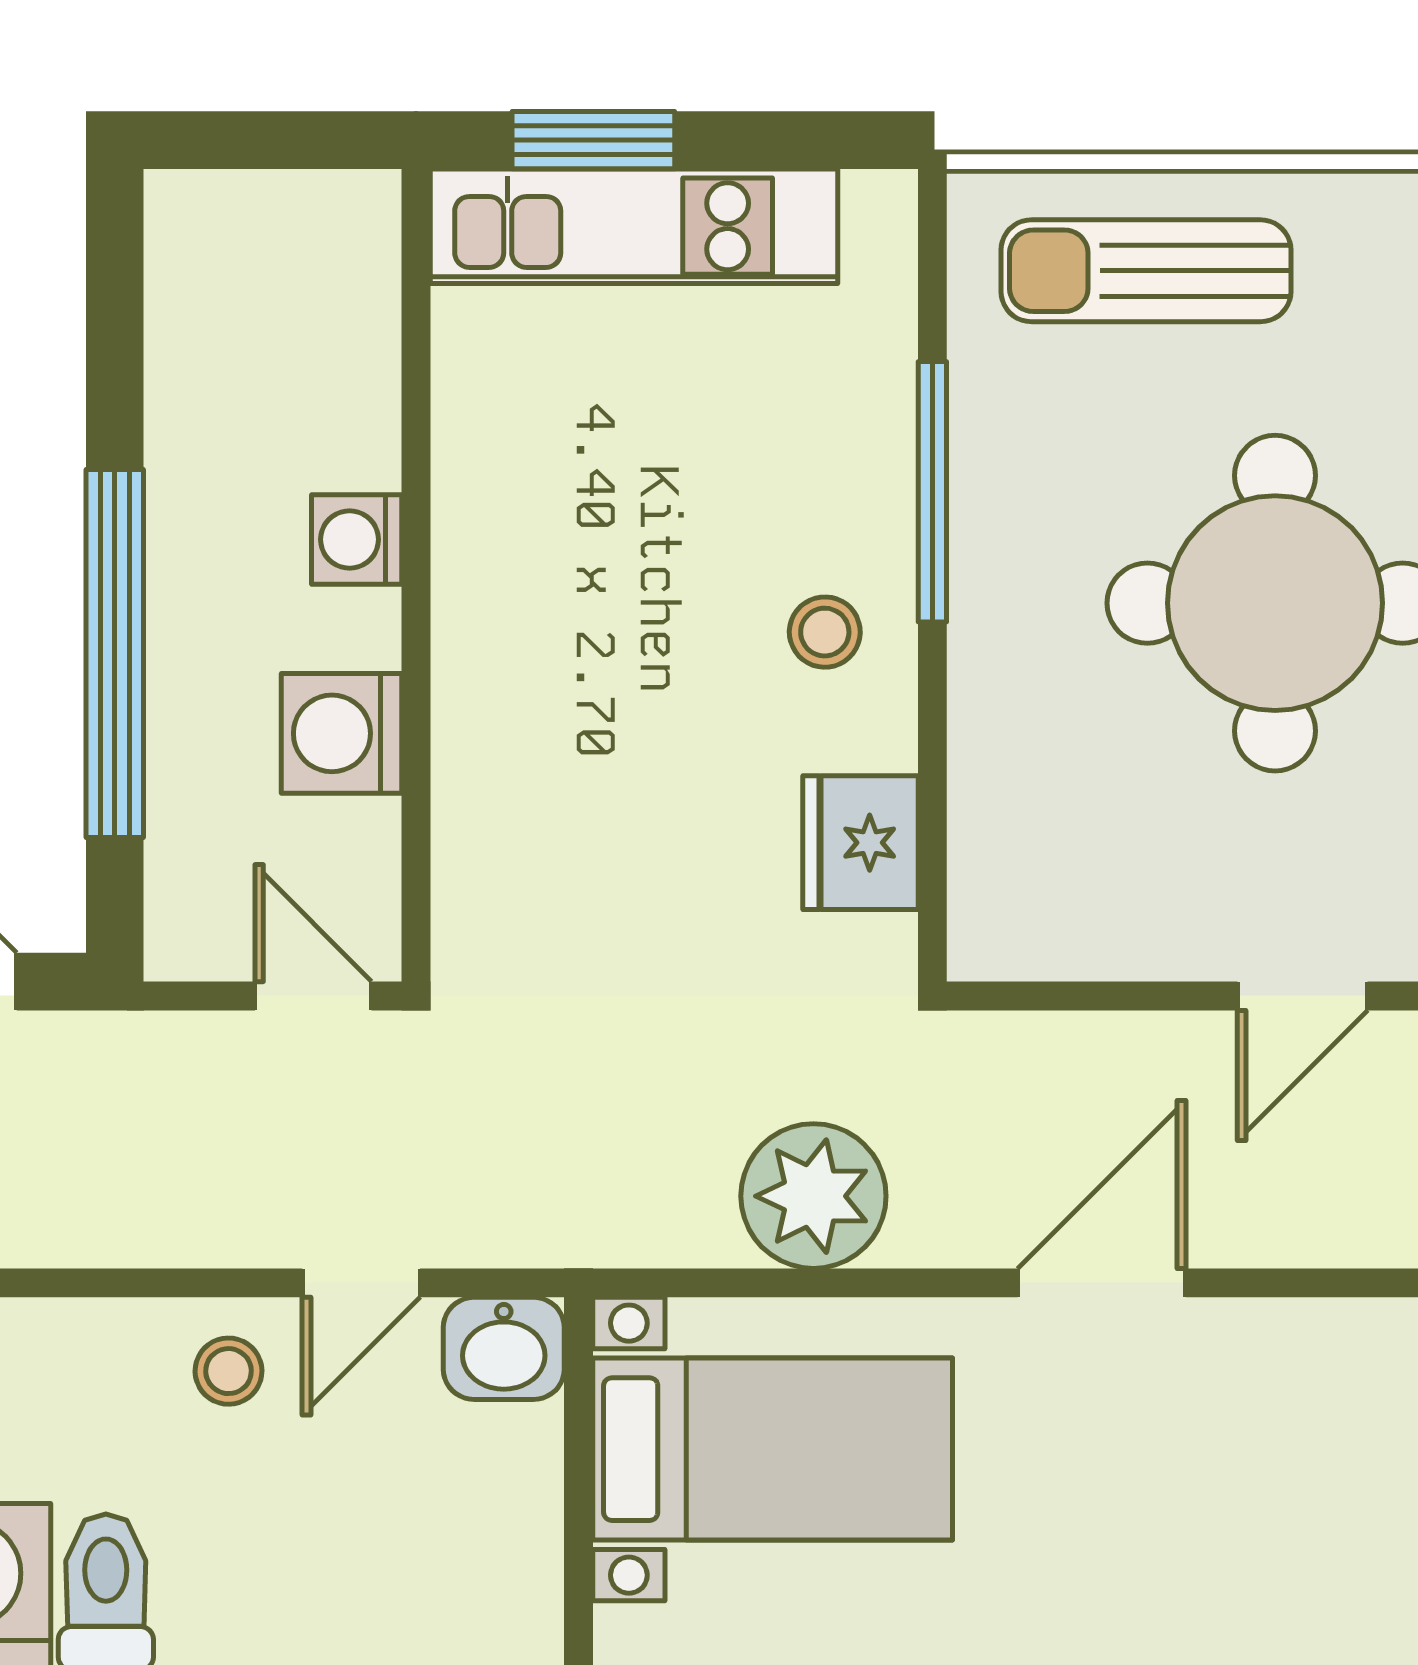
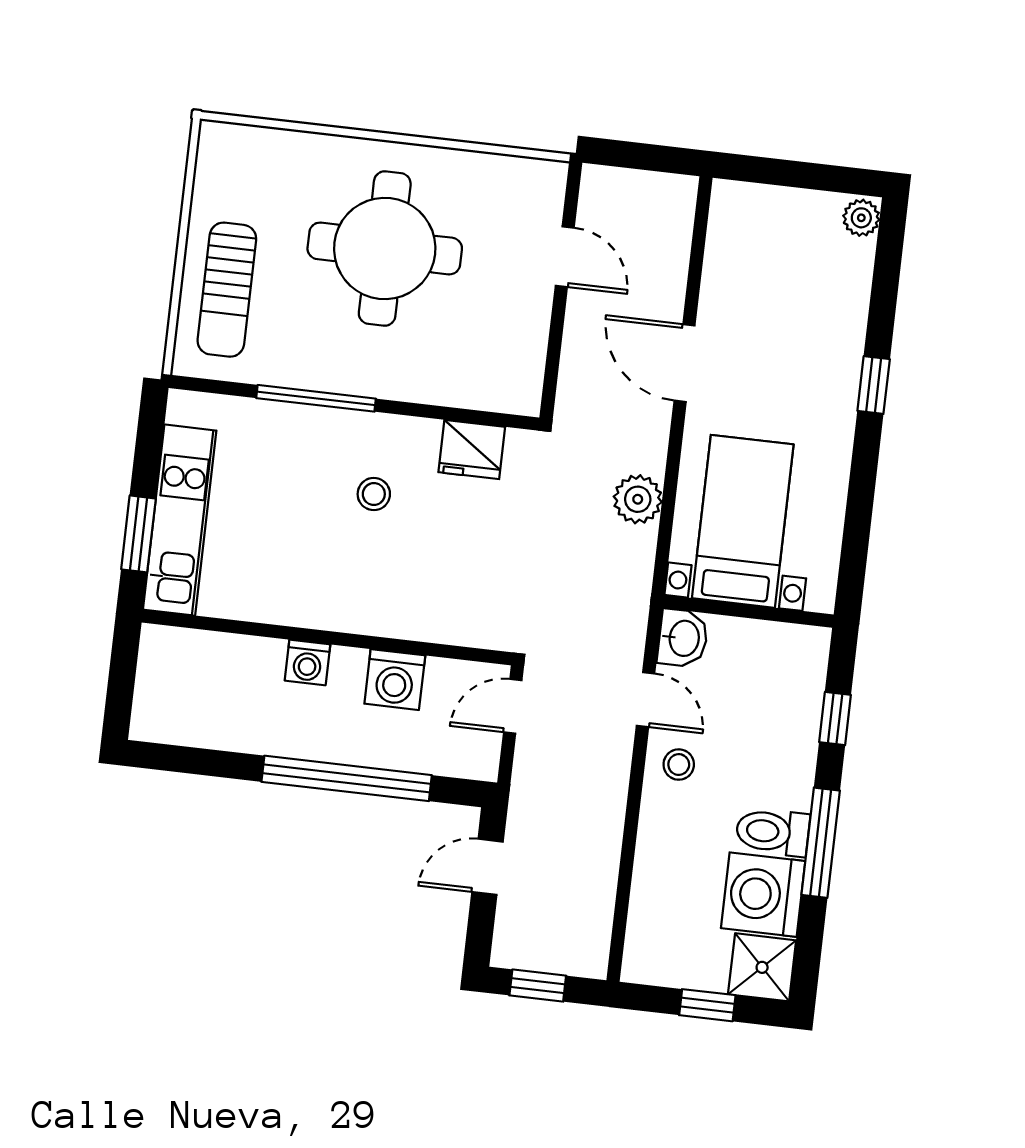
stool: (825, 632) -> (374, 494), moved
plant: (813, 1196) -> (638, 499), width x0.73, depth x0.73

